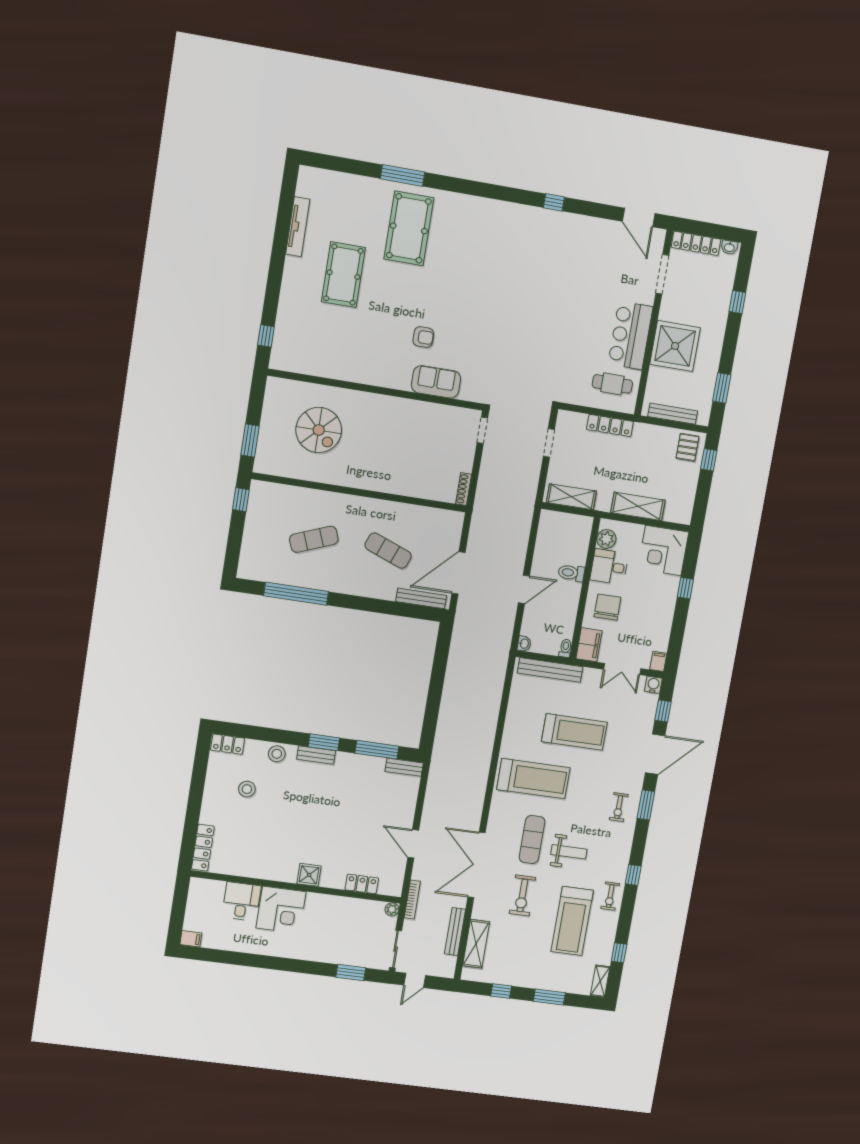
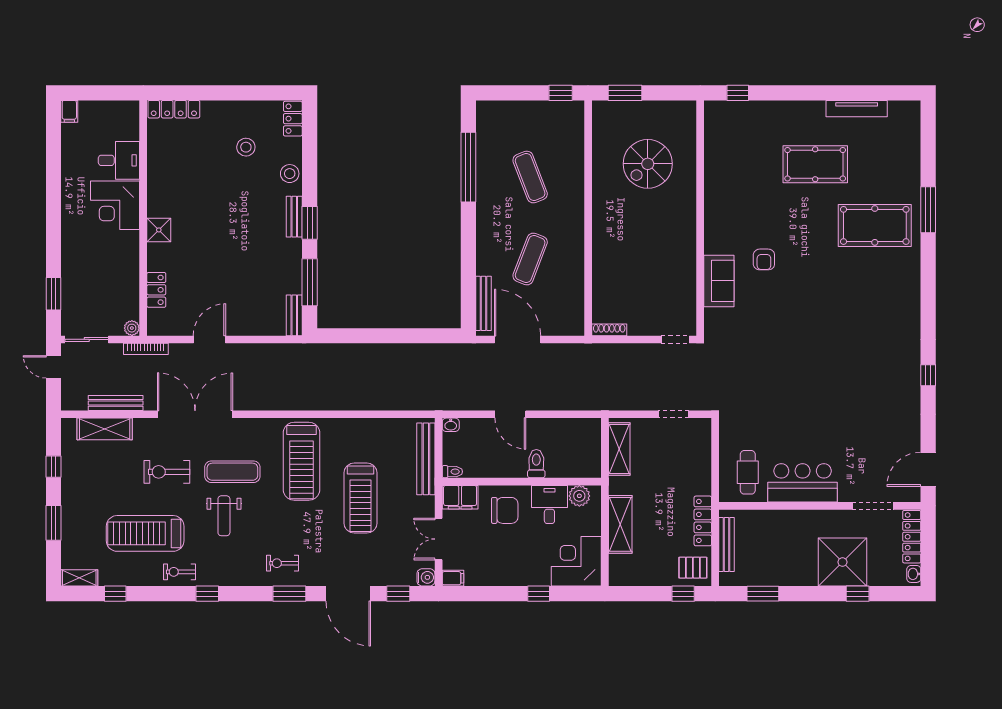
shower: (675, 346) -> (842, 562), moved
locker: (610, 425) -> (703, 521), moved

